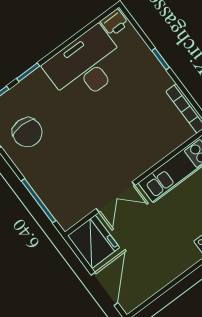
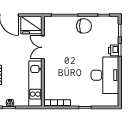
printer: (115, 23) -> (114, 50), moved
chair: (27, 132) -> (84, 26), moved, turned 180

